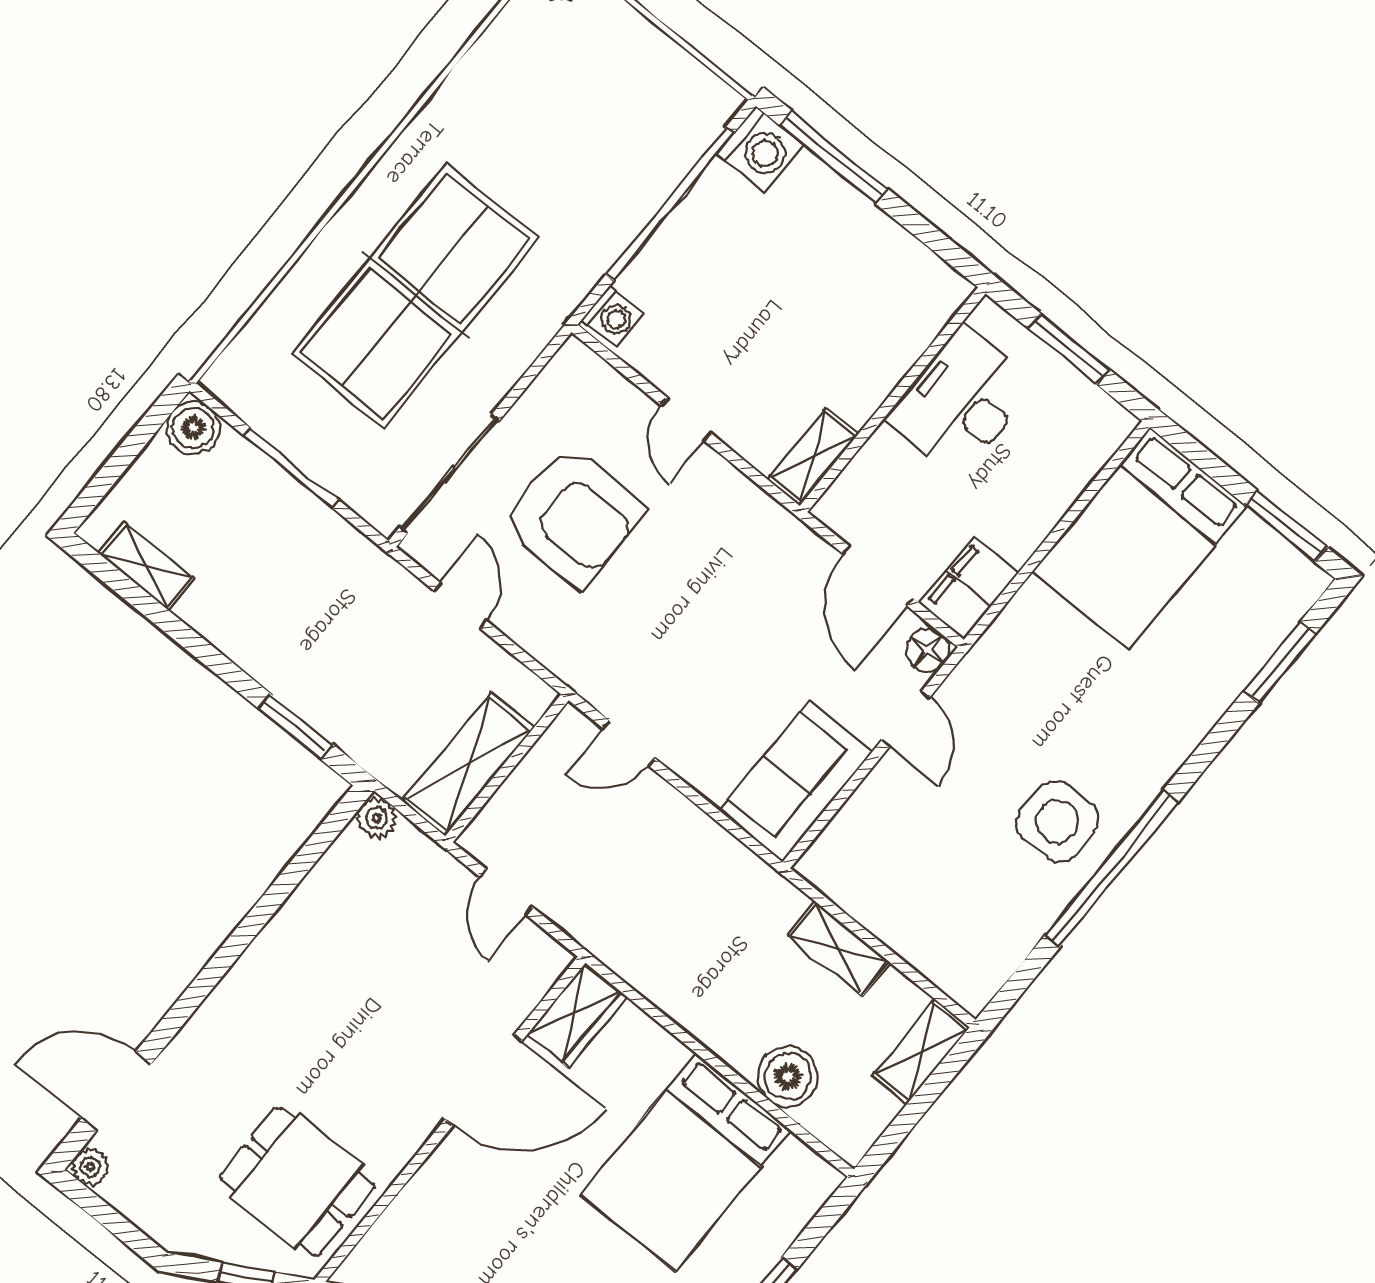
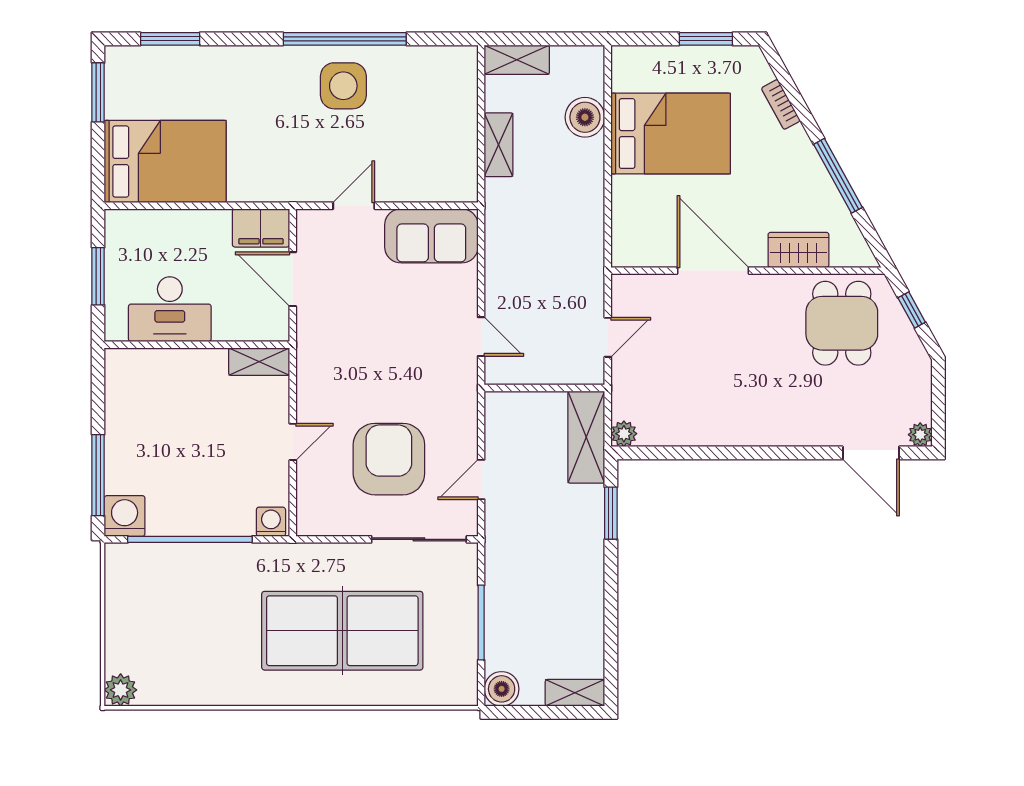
shelving: (146, 566) -> (575, 693), moved, turned 90
door: (878, 576) -> (293, 279), swing flipped
floor lamp: (928, 650) -> (310, 223), removed
shelving: (468, 764) -> (586, 437), moved, turned 90
wardrobe: (577, 1016) -> (798, 250), moved

